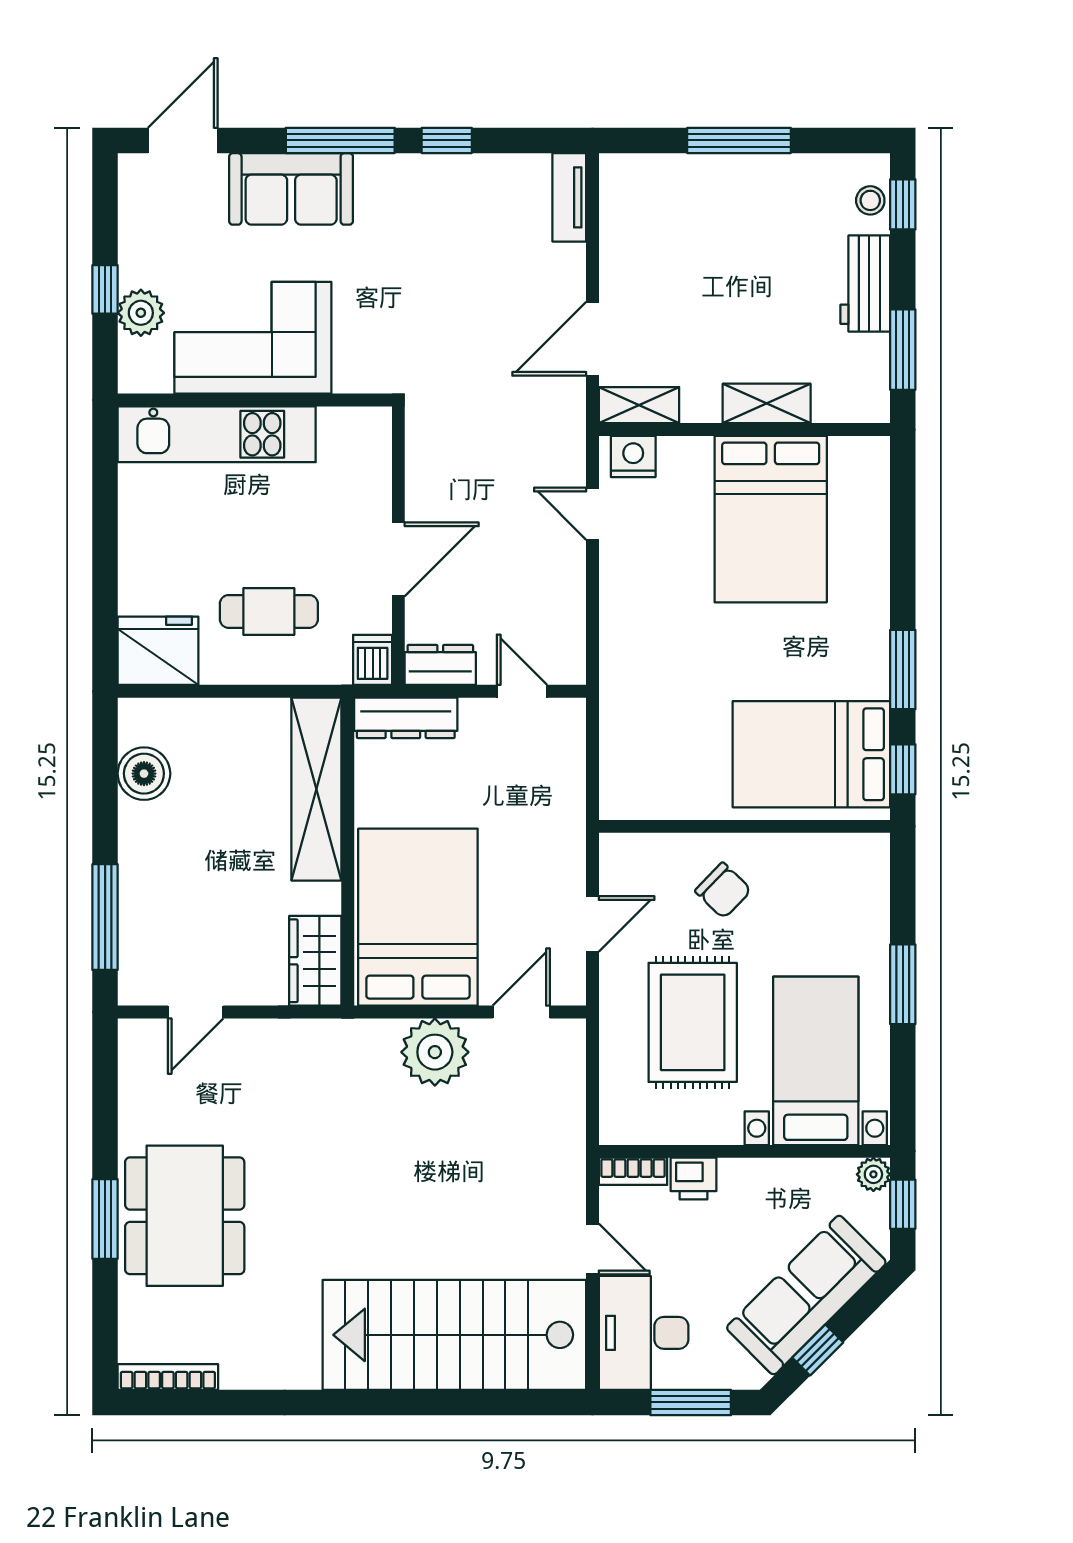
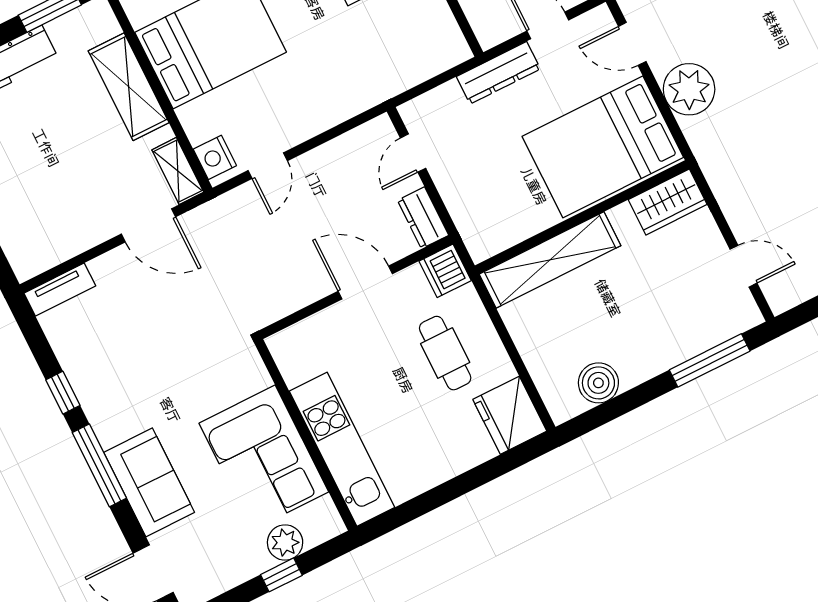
shelving: (767, 403) -> (129, 87), width x1.50, depth x1.33
dishwasher: (373, 660) -> (445, 271), width x1.38
dresser: (406, 718) -> (498, 73), moved, turned 90

